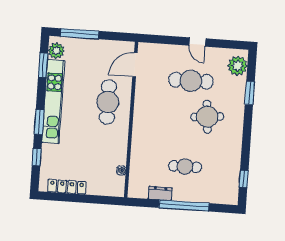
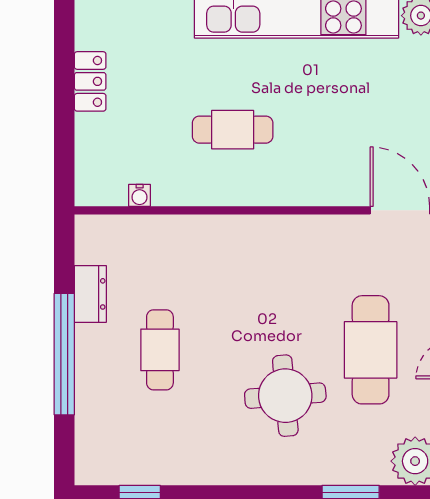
cafe table: (108, 102) -> (233, 130), moved, width x0.73, depth x0.74
locker: (67, 187) -> (90, 81), width x0.66

